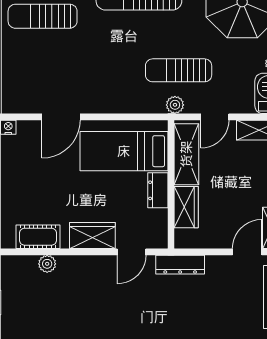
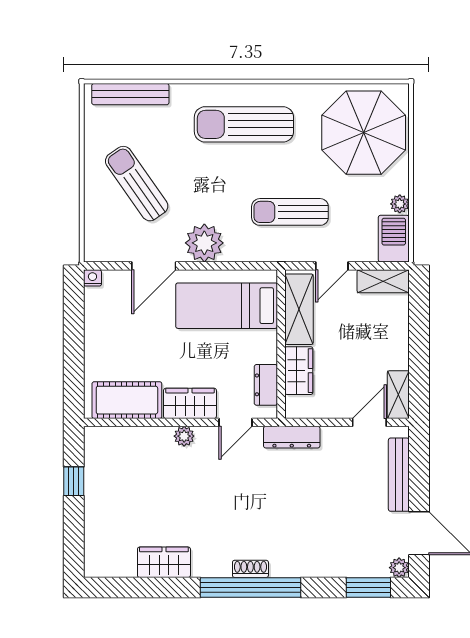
sun lounger: (43, 16) -> (137, 184), moved, turned 55
plant: (175, 105) -> (204, 243), moved, width x1.88, depth x1.88
dresser: (158, 190) -> (266, 385), moved
cot: (38, 237) -> (127, 400), width x1.37, depth x1.34
plant: (47, 264) -> (184, 436), moved

